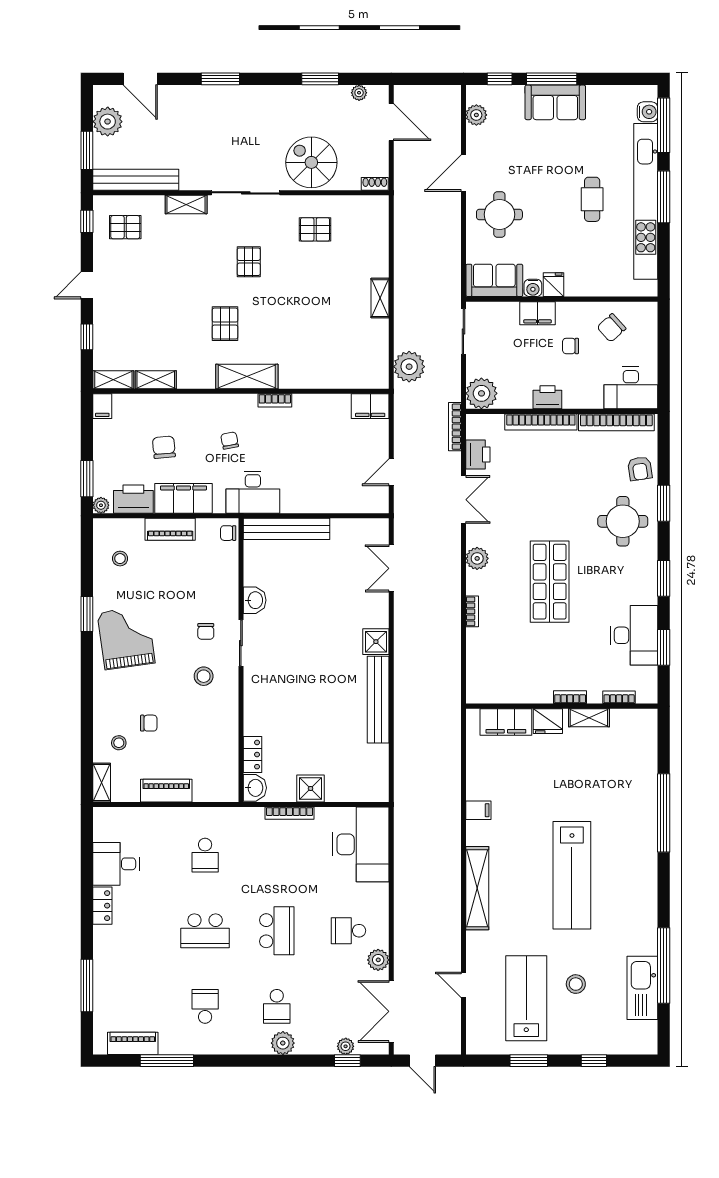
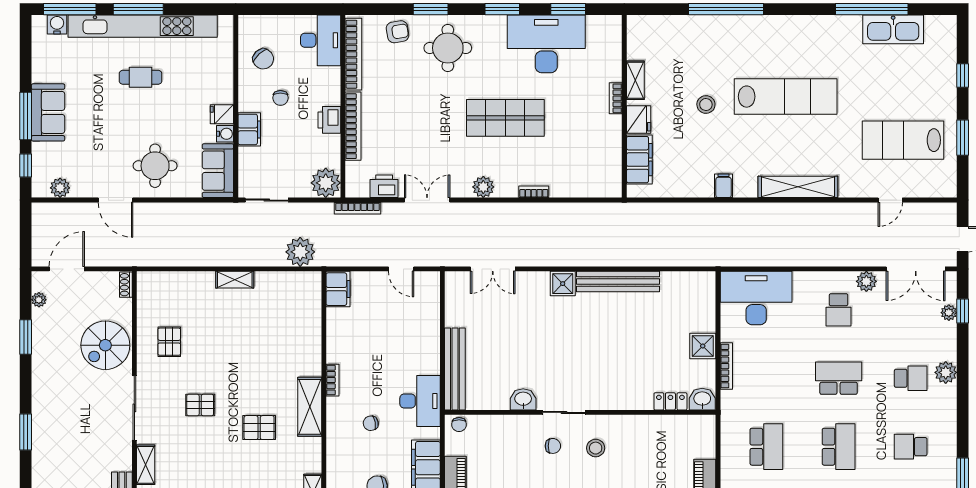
desk: (634, 635) -> (546, 44), width x1.36, depth x1.30
bookcase: (619, 697) -> (616, 52), removed
school desk: (205, 855) -> (766, 447), width x1.85
stool: (576, 984) -> (706, 105), moved

